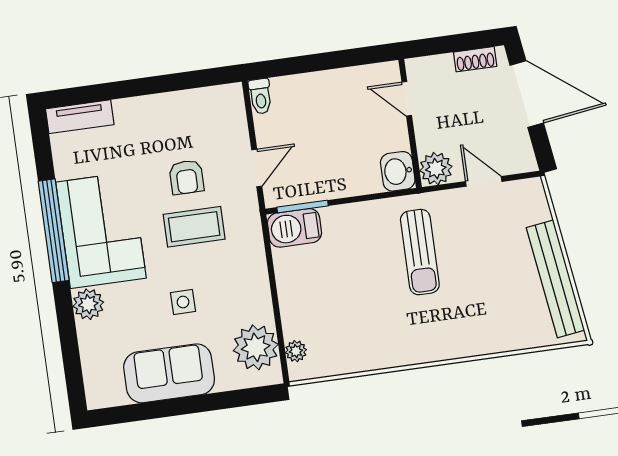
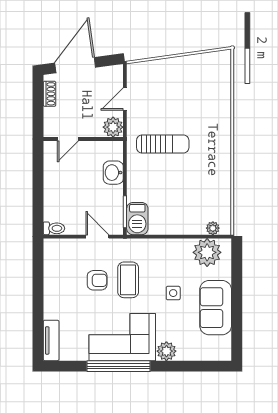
washbasin: (398, 171) -> (113, 173), moved, turned 90
bench: (555, 279) -> (191, 63), removed

